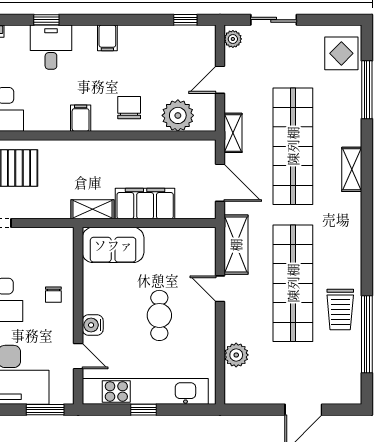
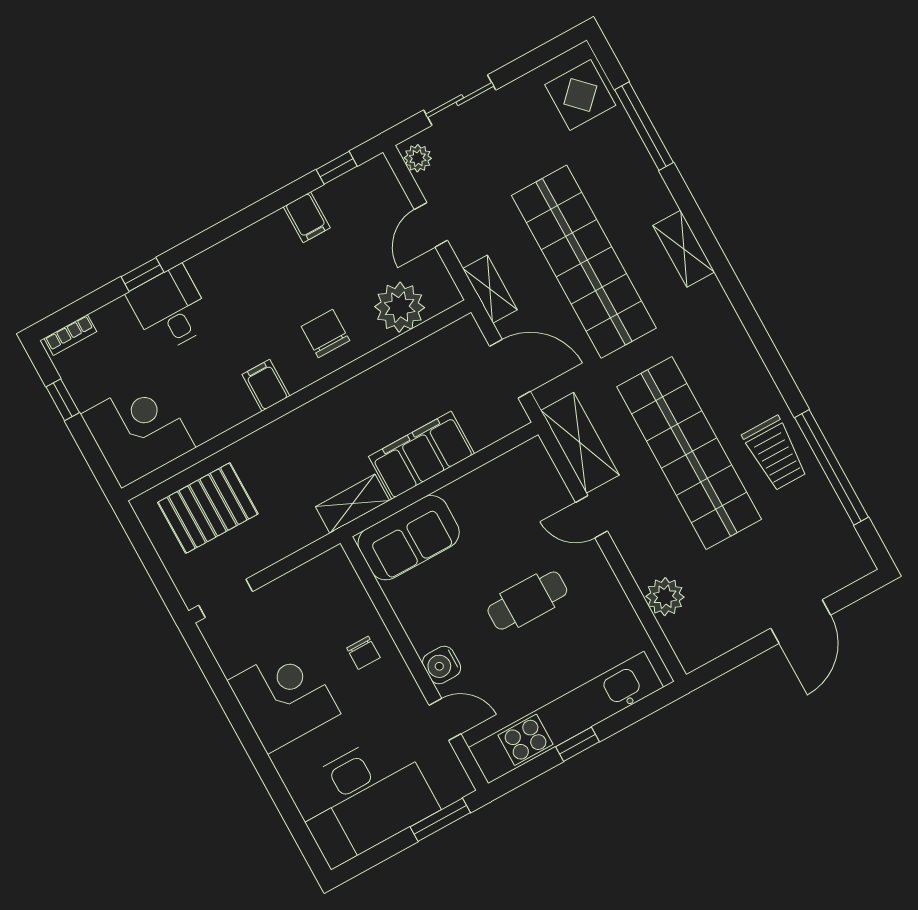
filing cabinet: (107, 38) -> (307, 217), moved
cafe table: (159, 315) -> (527, 601), turned 90

